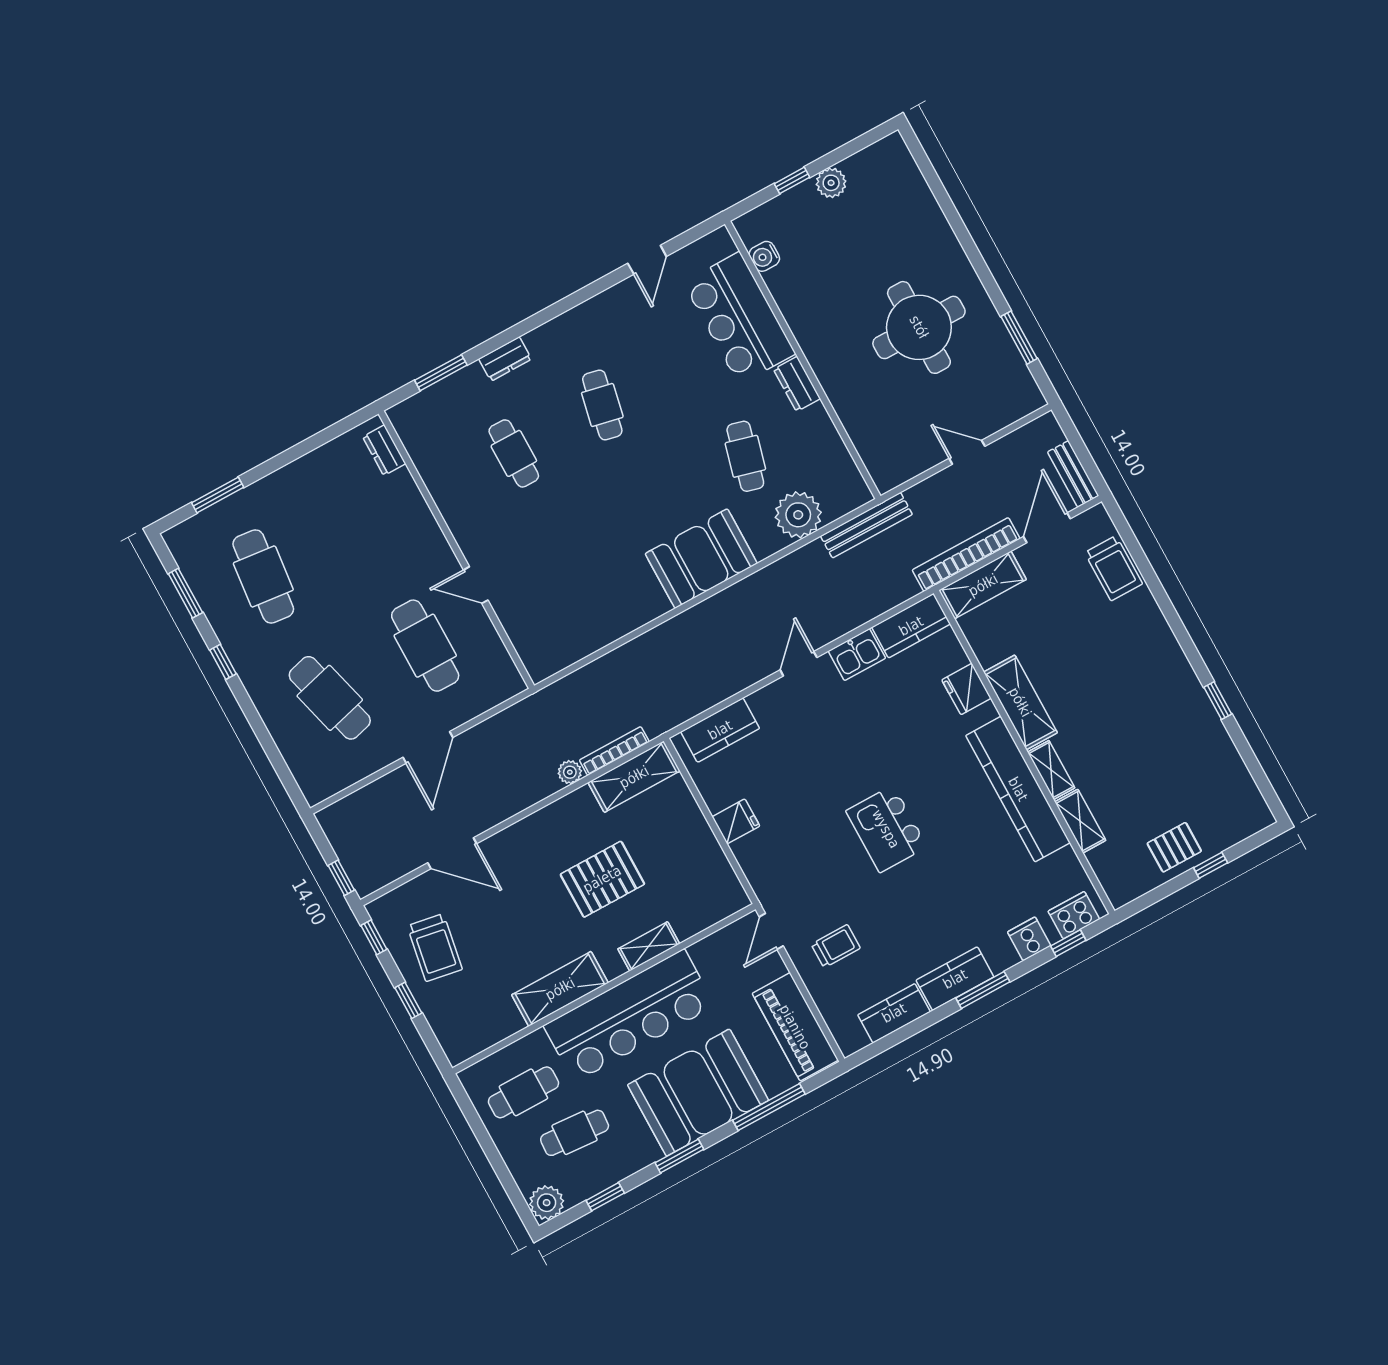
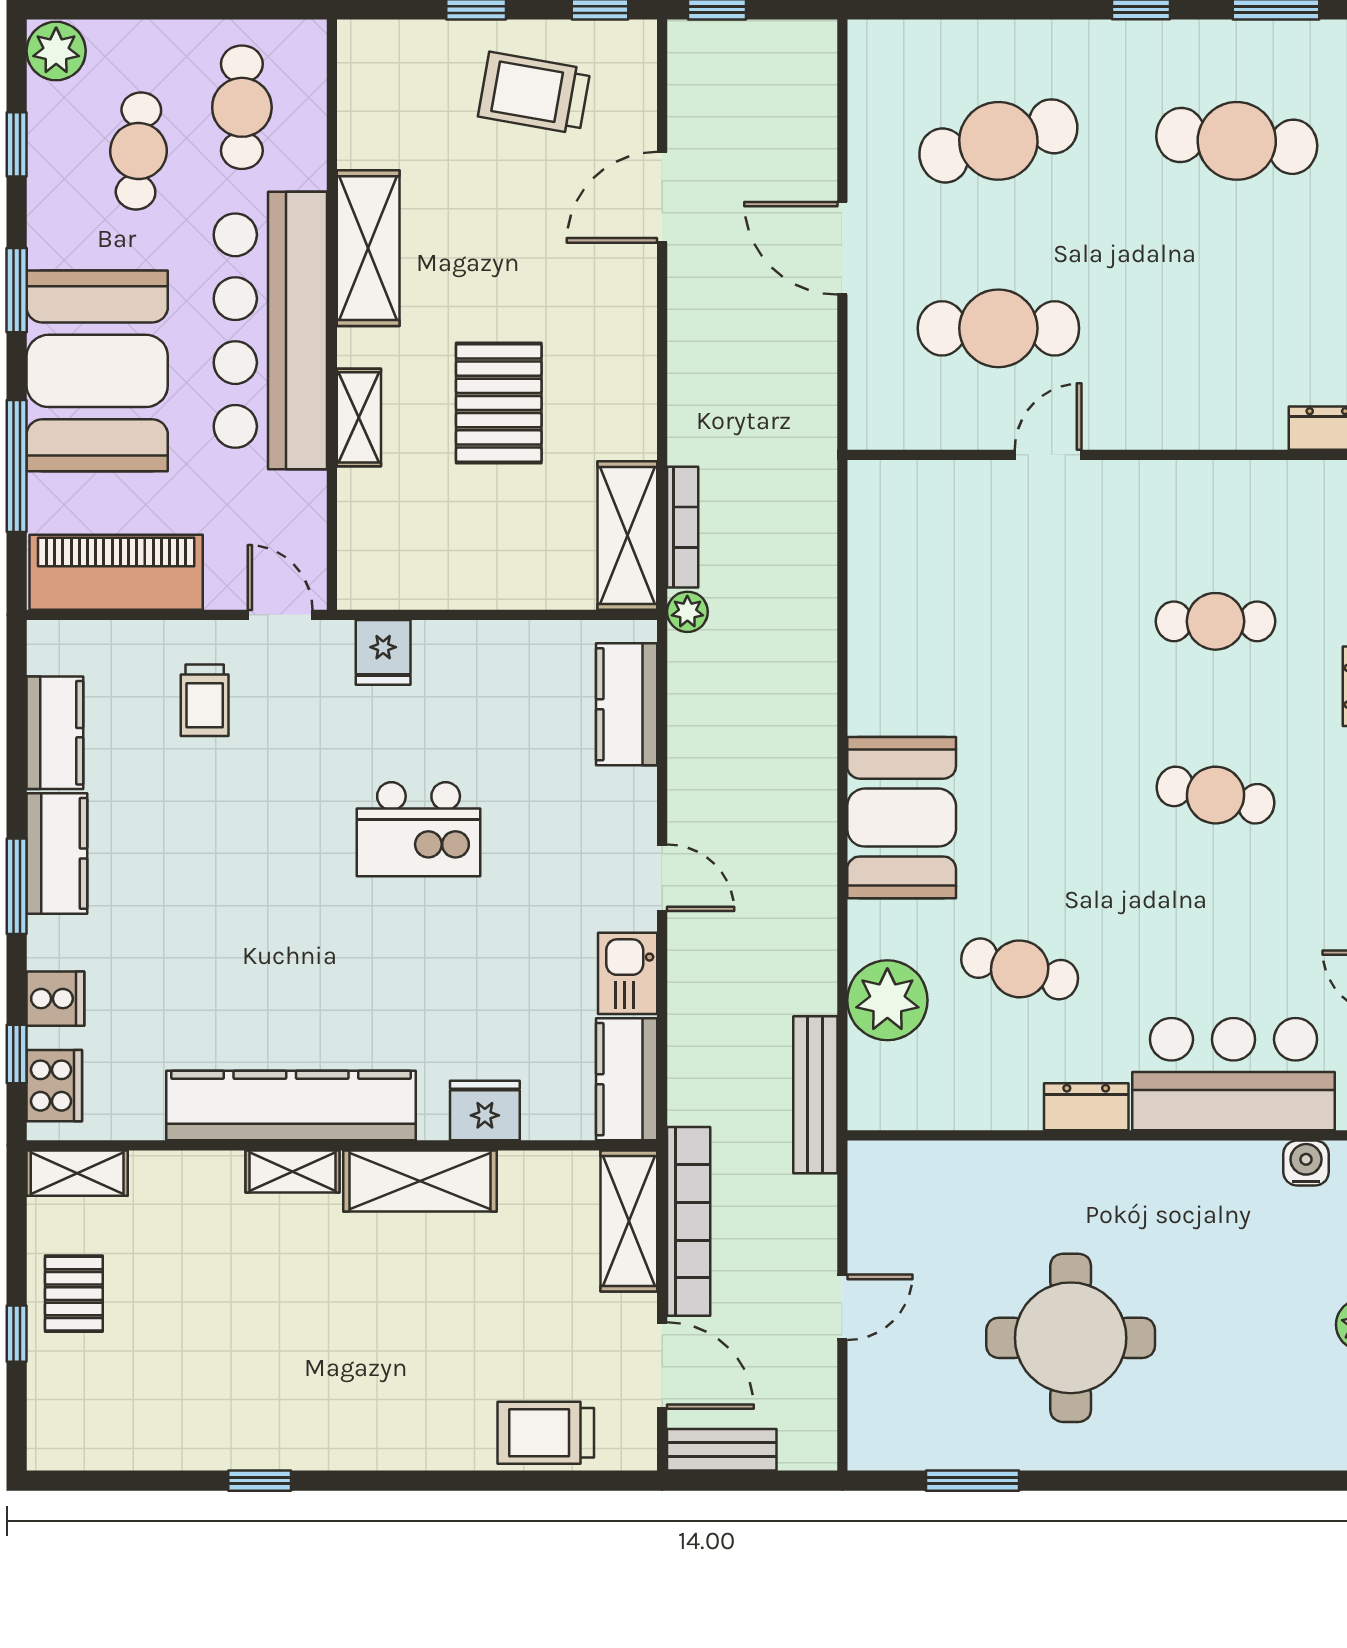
plant: (570, 772) -> (687, 612), moved
fridge: (736, 821) -> (383, 652), moved
shelving: (1080, 821) -> (77, 1173), moved
kitchen island: (886, 829) -> (419, 829), moved, turned 180

